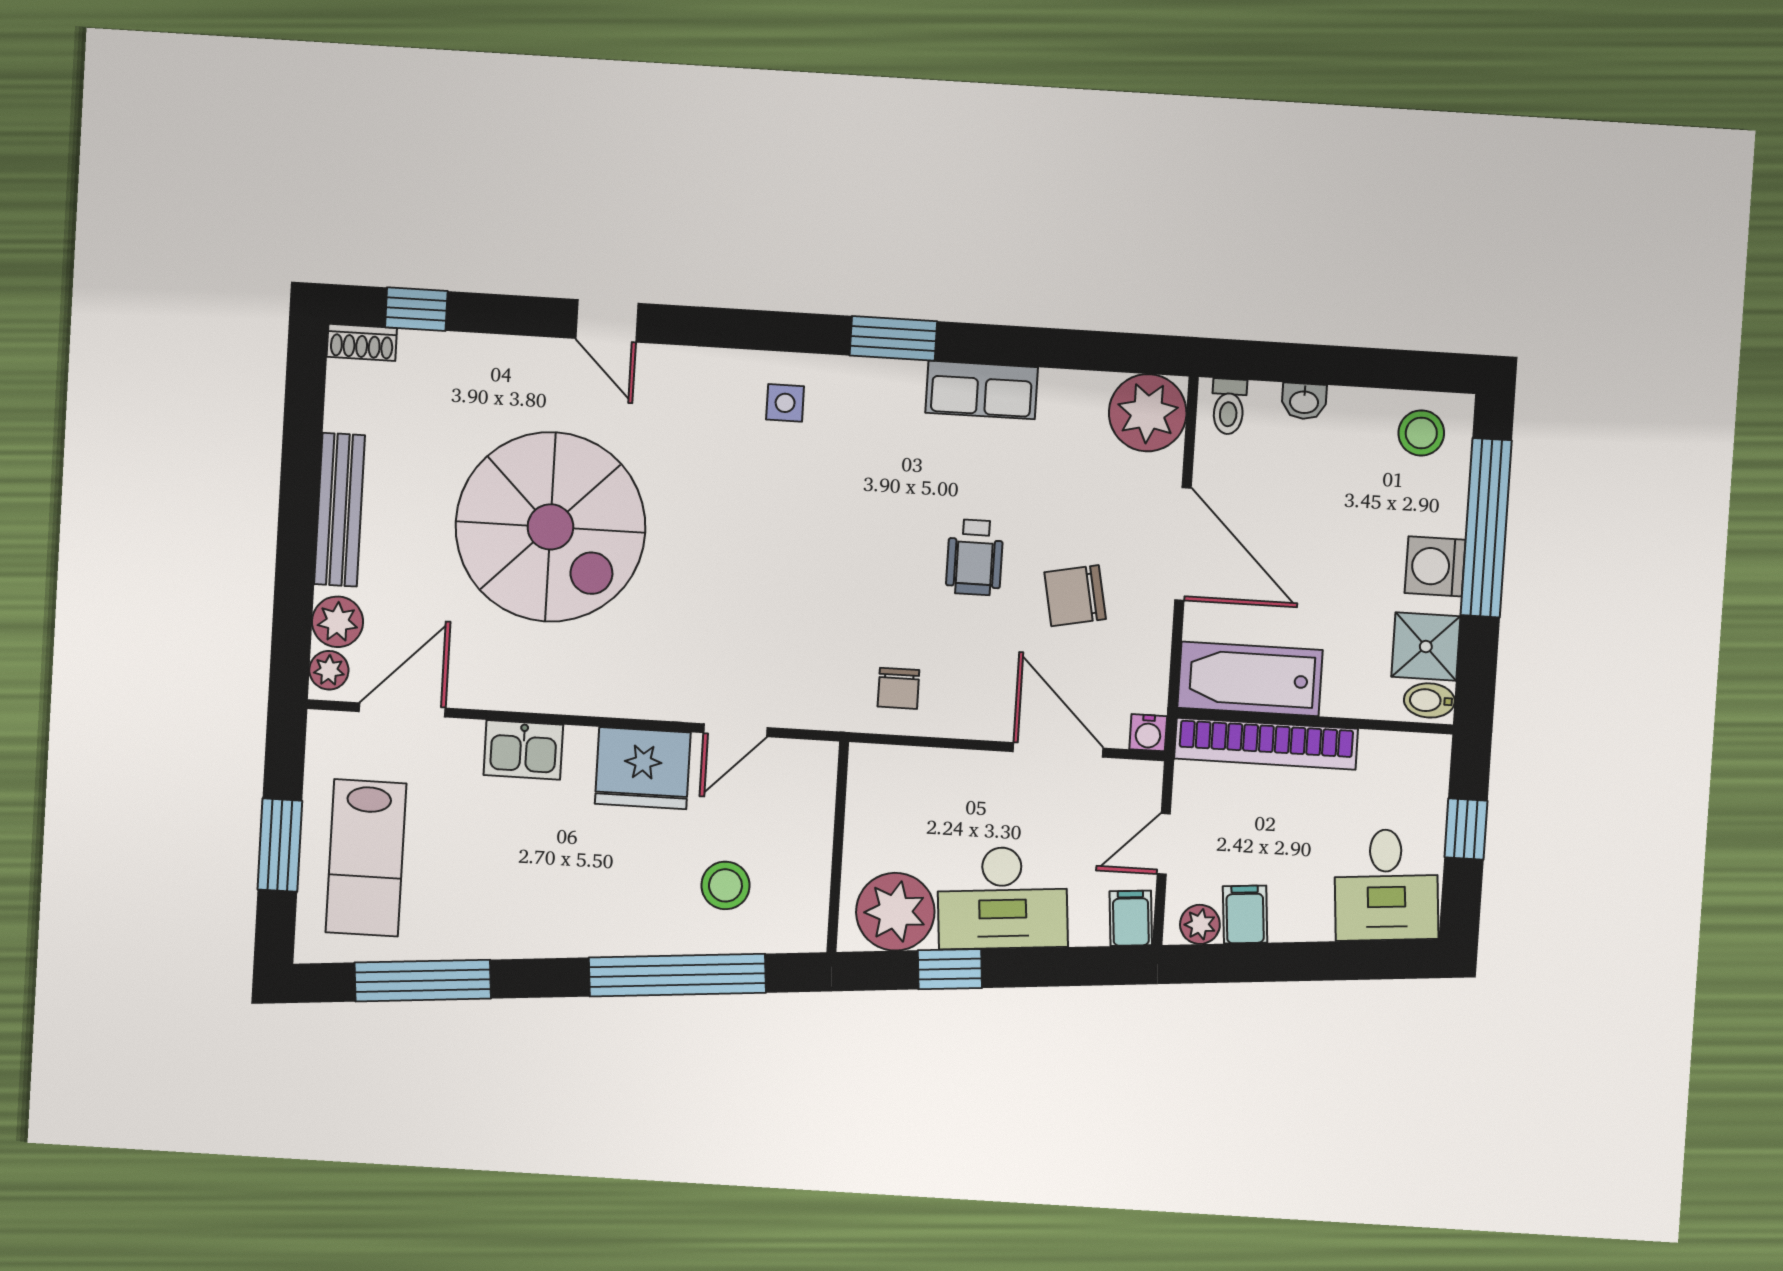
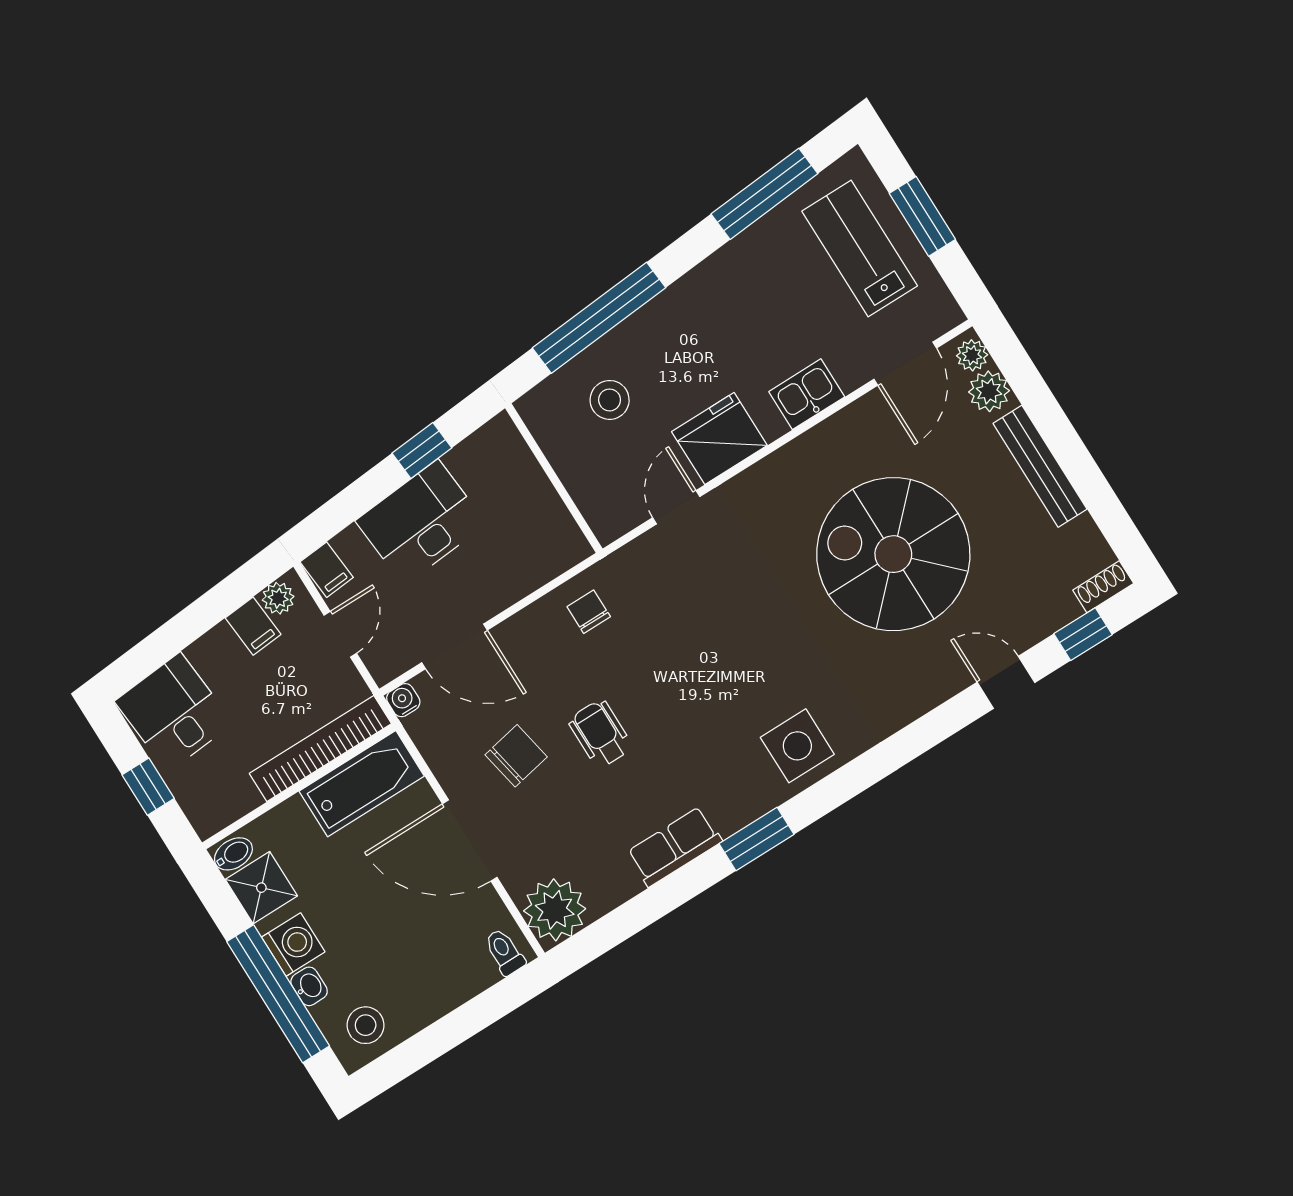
door: (607, 321) -> (1006, 682), moved
washbasin: (1304, 401) -> (309, 986), moved, turned 90
side table: (785, 403) -> (797, 746), width x1.87, depth x1.87
plant: (895, 912) -> (485, 463), removed

